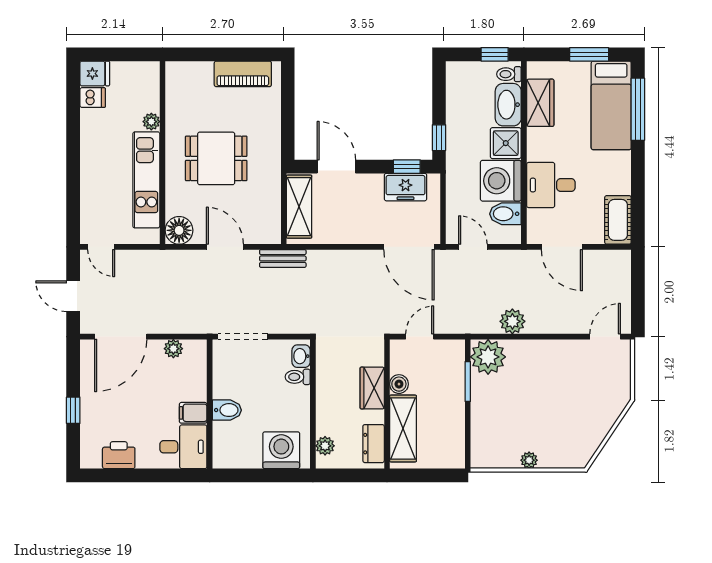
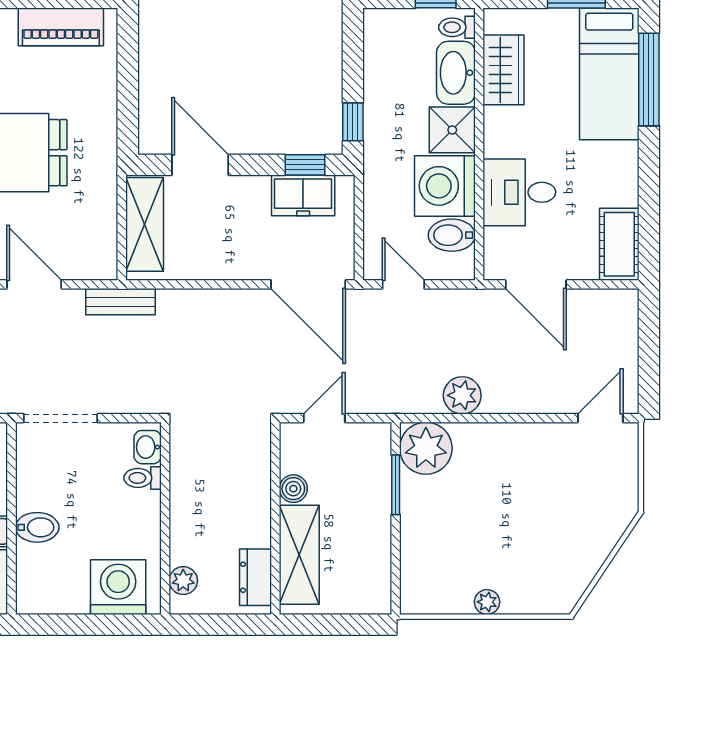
wardrobe: (372, 388) -> (253, 495), removed

